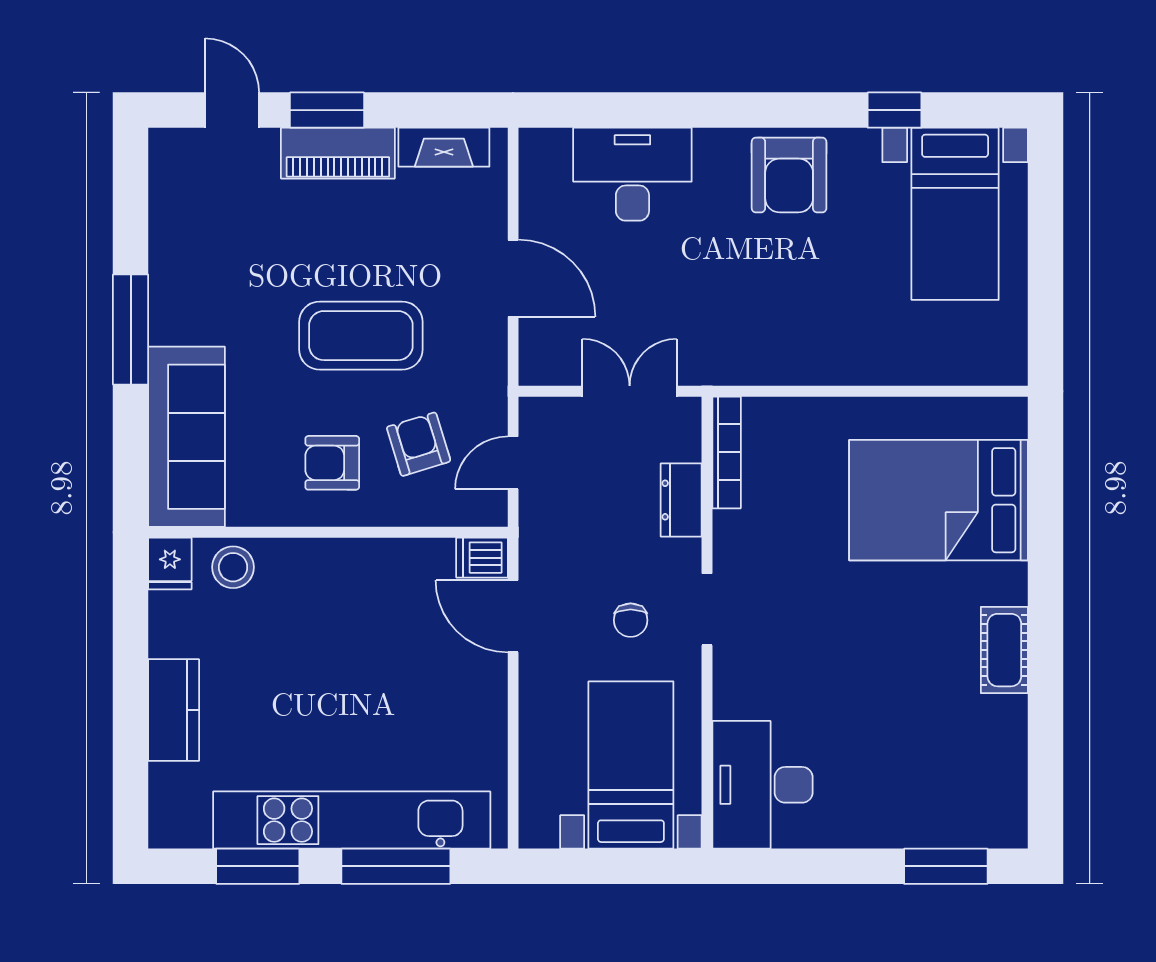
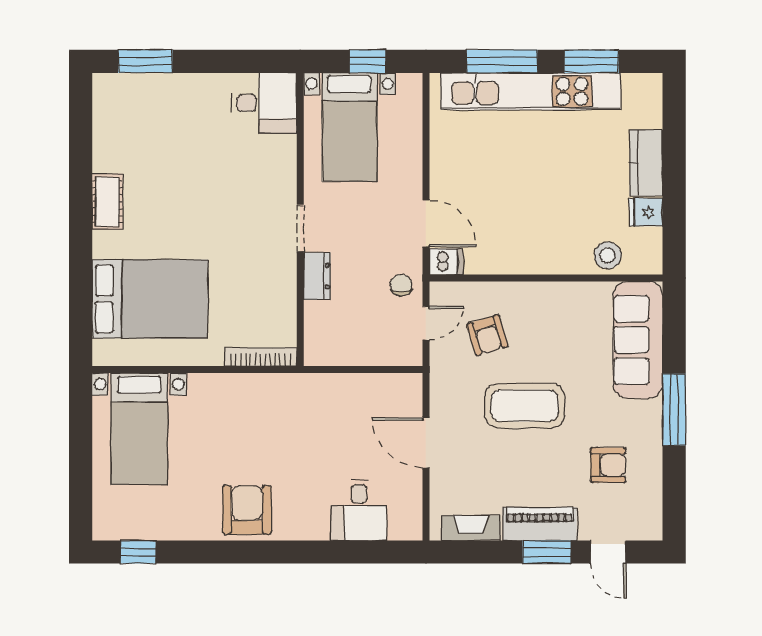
window: (894, 110) -> (138, 552), moved
desk: (632, 174) -> (359, 510), width x0.73
bed with nightstands: (955, 214) -> (139, 429), moved, turned 180
double door: (630, 391) -> (350, 370), removed
bookcase: (727, 452) -> (261, 357), moved, turned 90
armchair: (332, 463) -> (608, 465), moved
dresser: (681, 500) -> (317, 276), moved
fridge: (170, 563) -> (646, 212), moved, turned -90
chair: (631, 620) -> (401, 285), moved
desk: (762, 785) -> (264, 103), width x0.73
window: (603, 866) -> (368, 61), added

